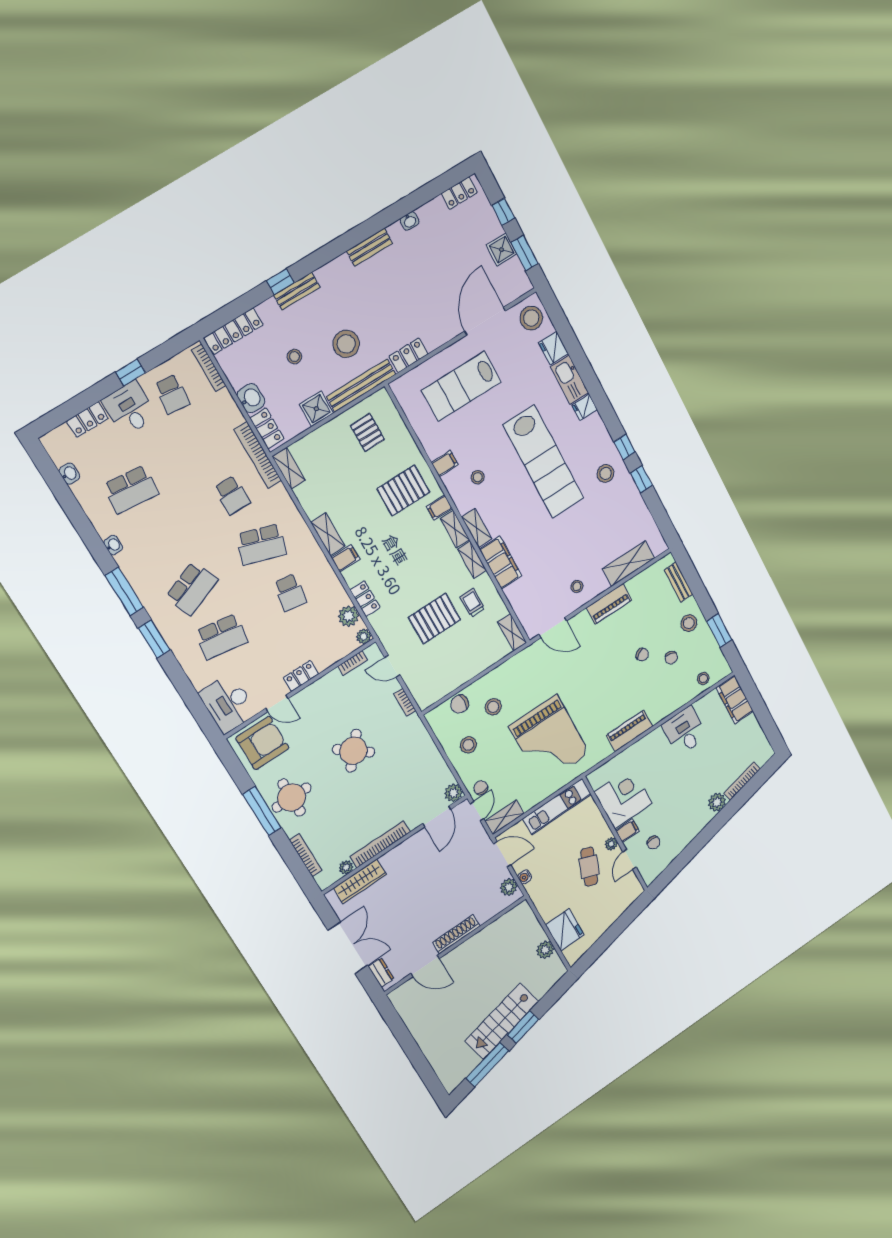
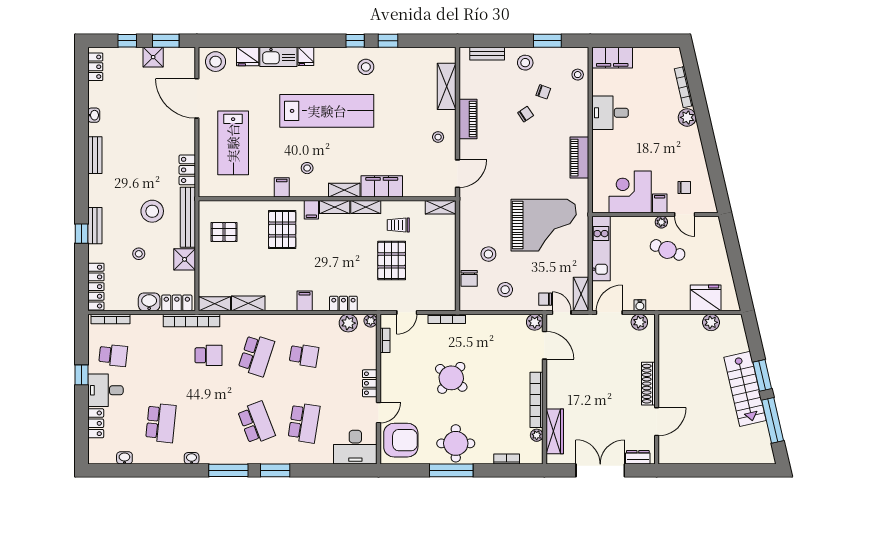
shelving: (328, 534) -> (248, 303), moved
bookcase: (405, 702) -> (447, 319), width x1.56
armchair: (262, 743) -> (401, 440), turned 90
bookcase: (306, 855) -> (507, 459), width x0.64

